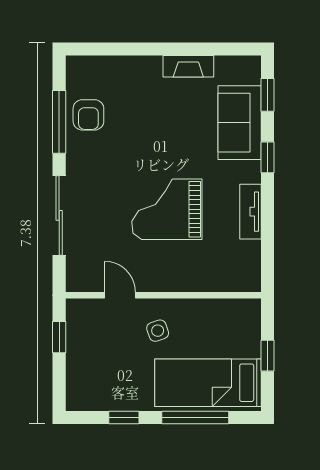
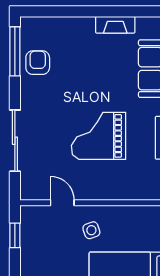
armchair: (88, 115) -> (38, 63), turned 180
window: (59, 122) -> (15, 51), moved

